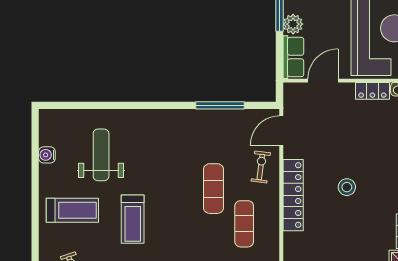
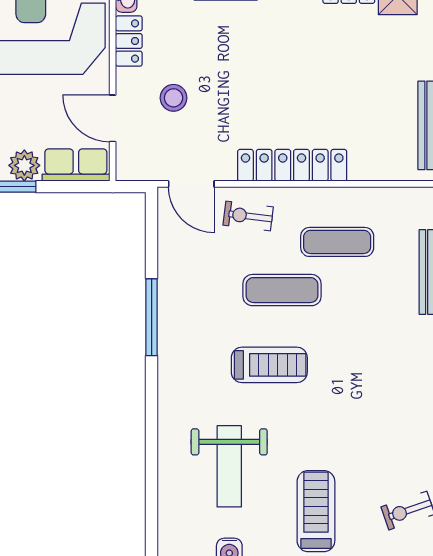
window: (220, 105) -> (152, 317), moved
weight bench: (101, 155) -> (229, 466), turned -90
stool: (347, 187) -> (174, 98), moved
treadmill: (133, 219) -> (269, 365), moved

